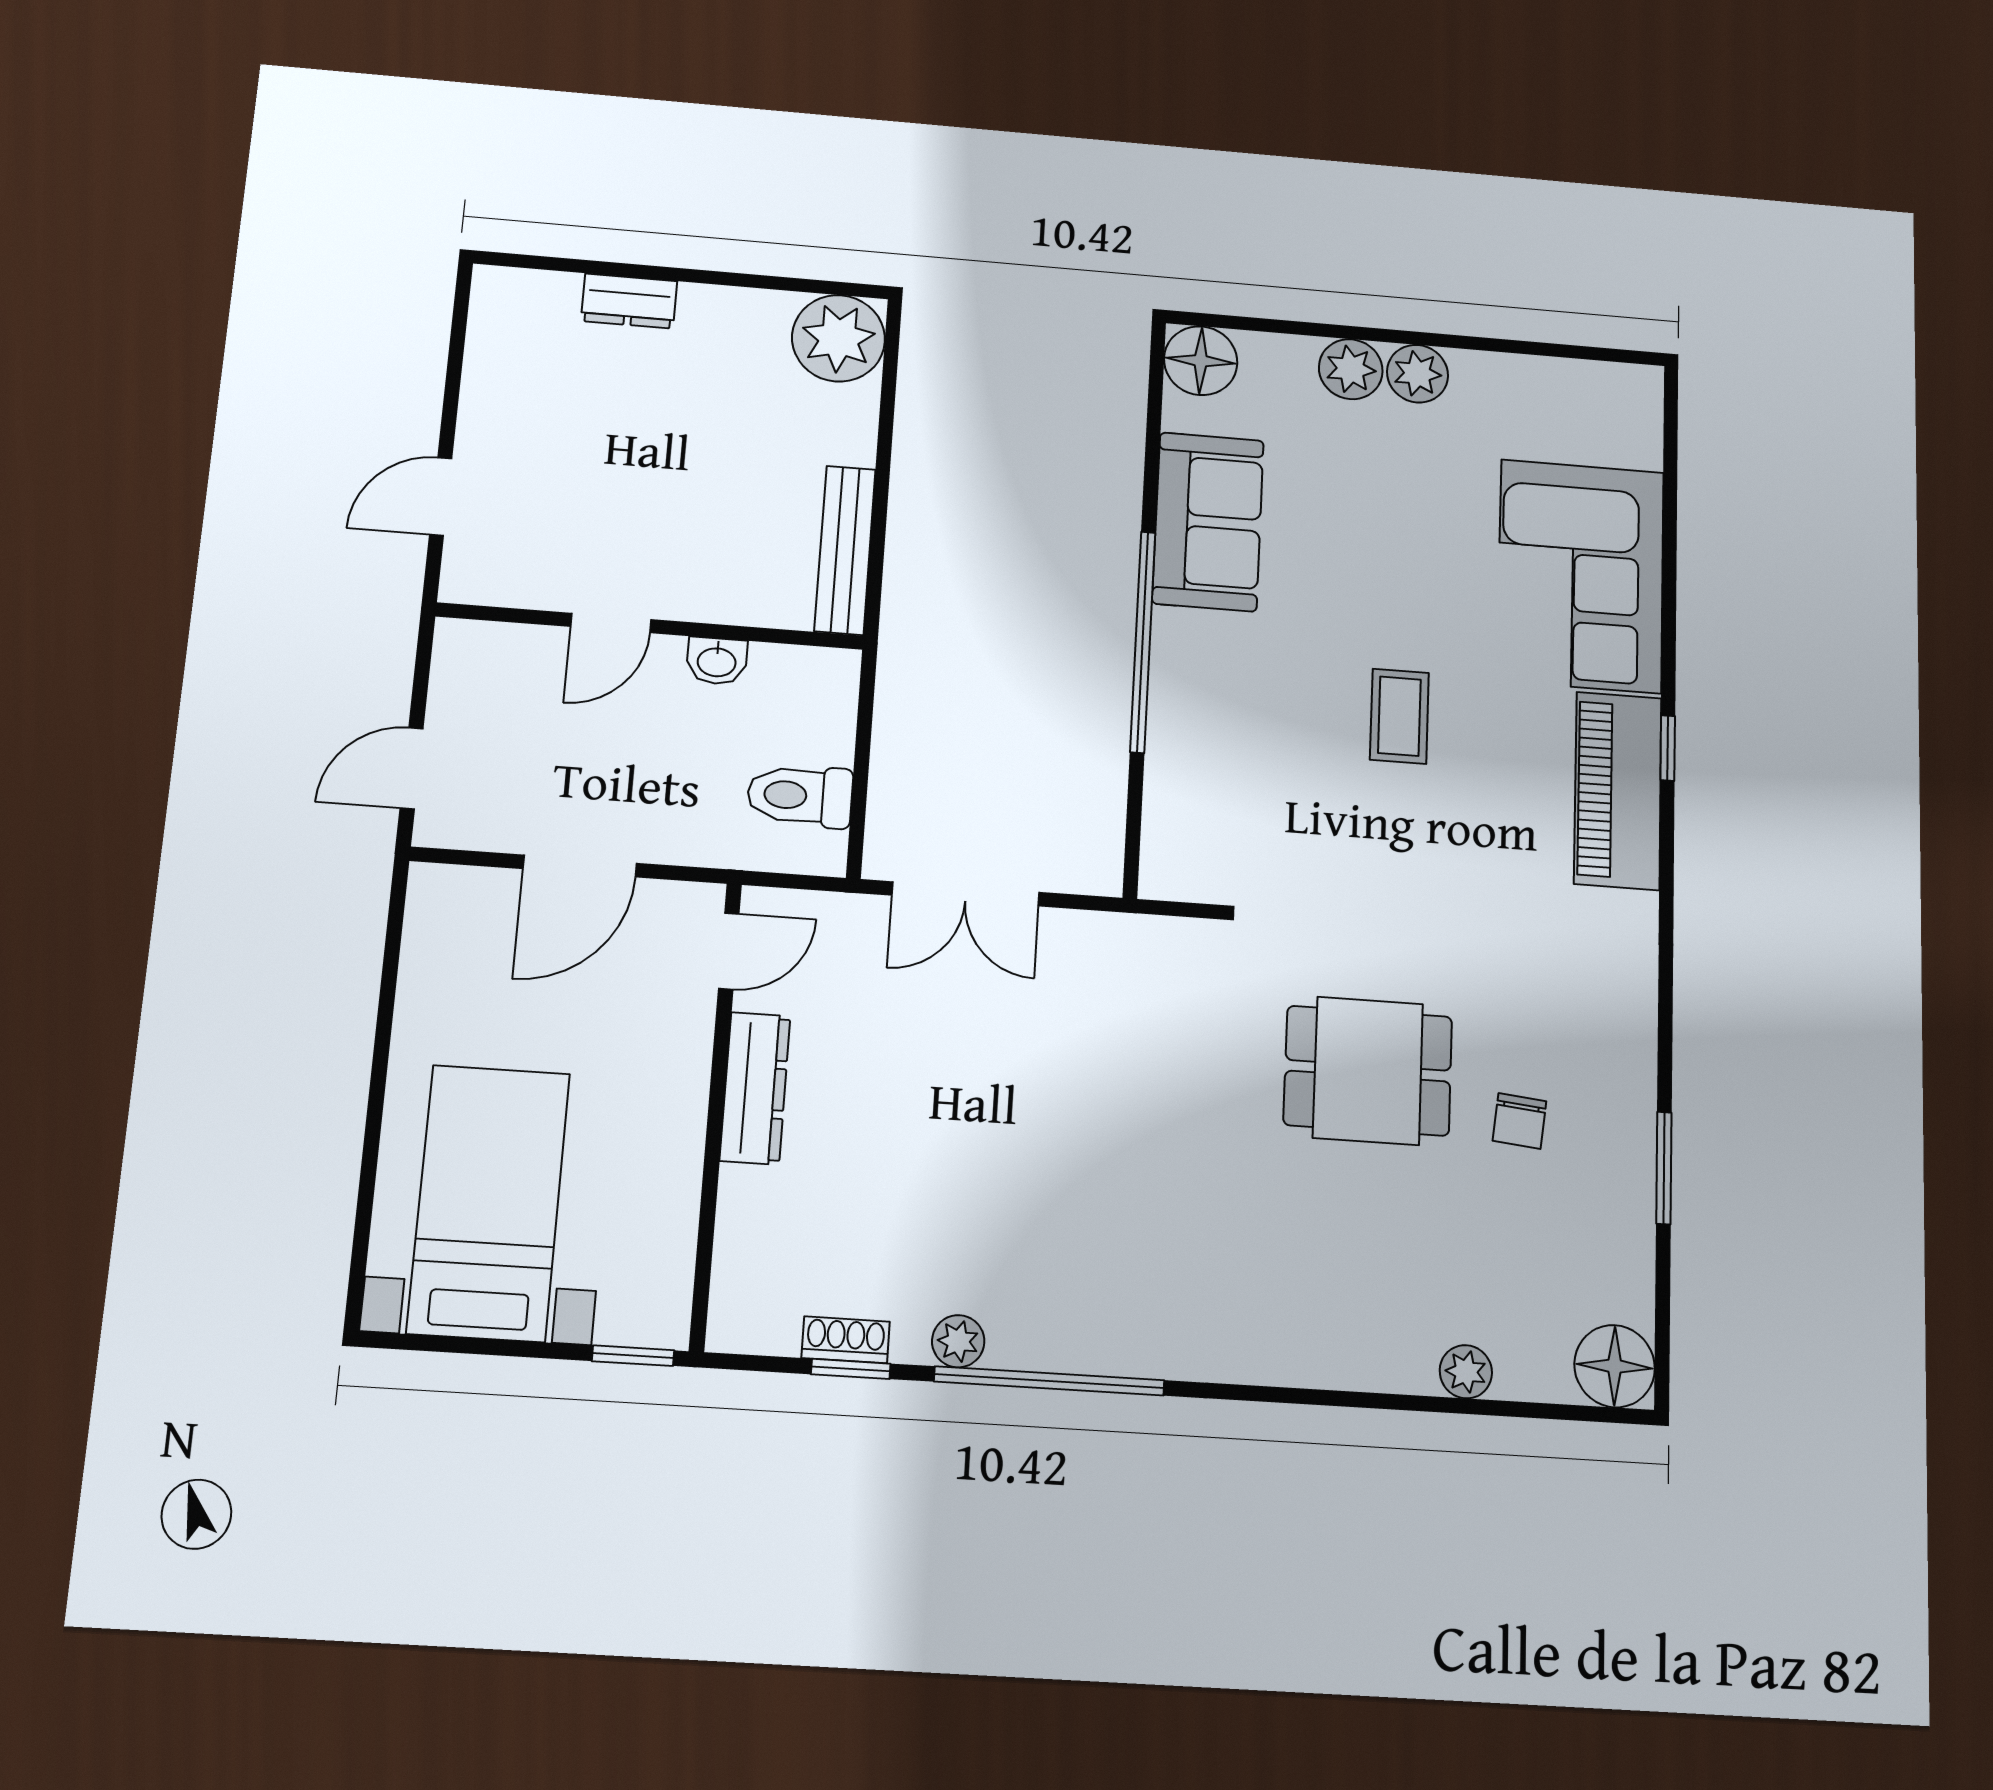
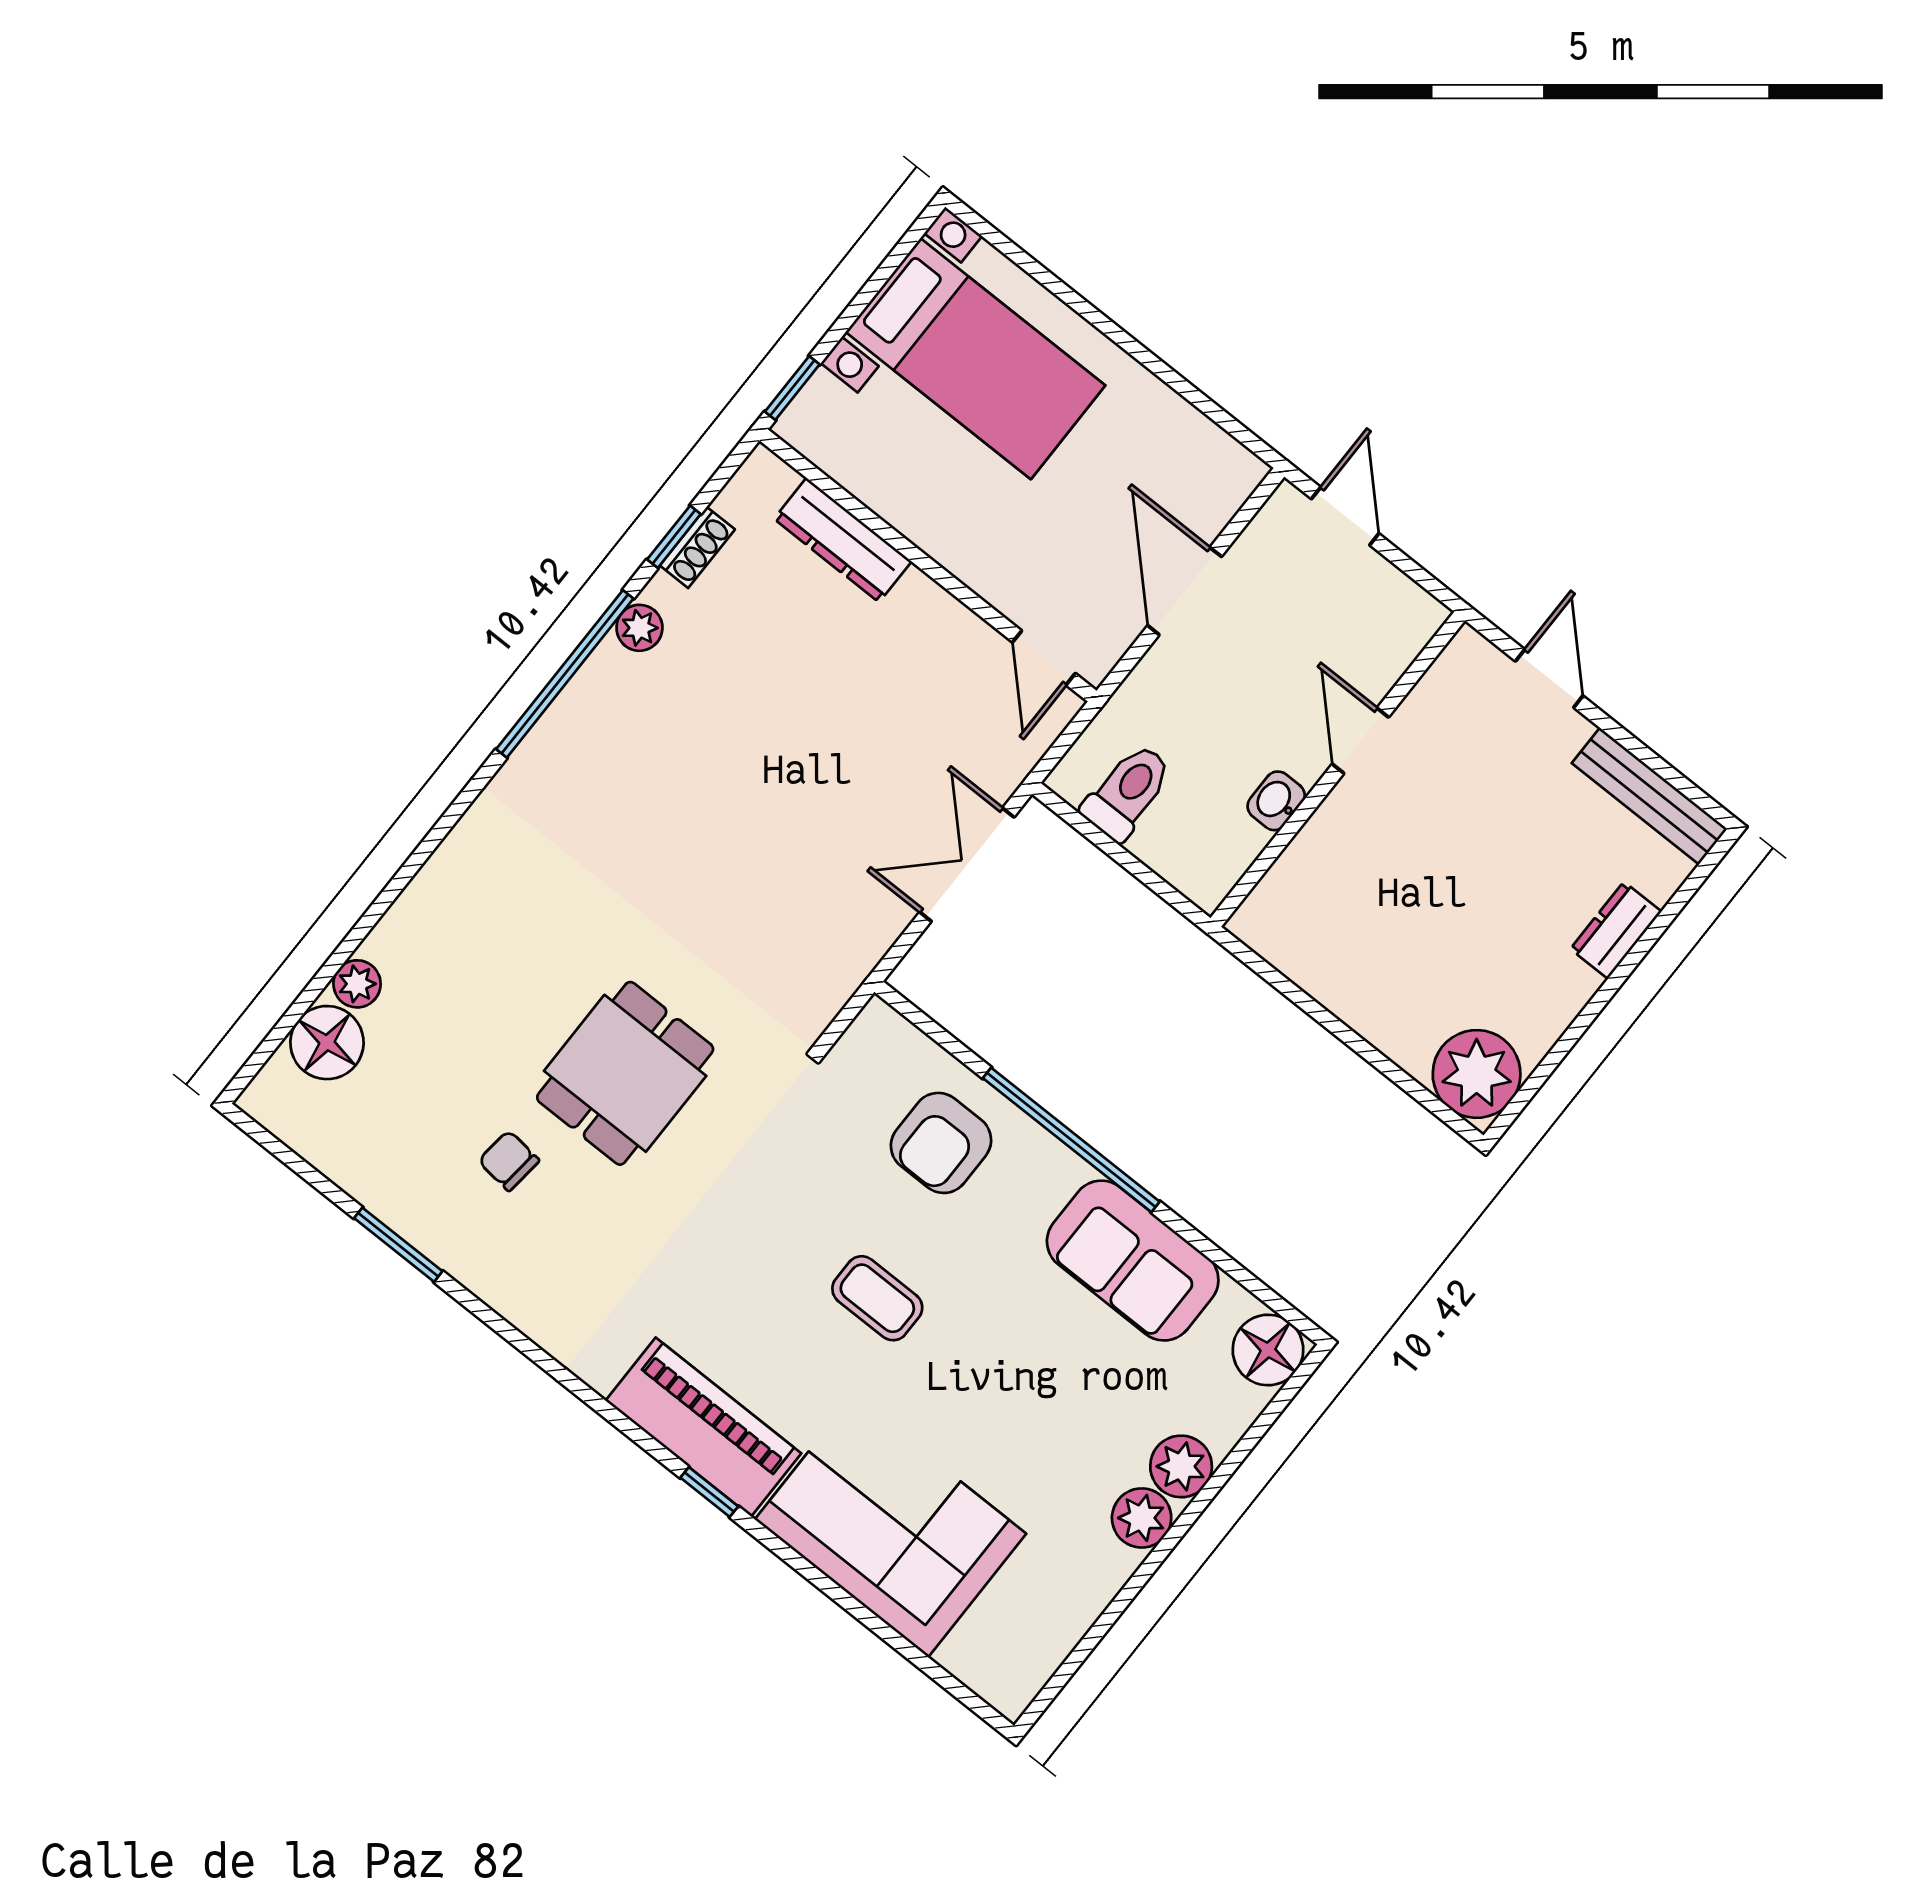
bench: (845, 550) -> (1650, 796), moved
armchair: (1227, 751) -> (941, 1143), added
dresser: (755, 1088) -> (843, 540), moved
floor lamp: (1615, 1366) -> (327, 1043), moved

